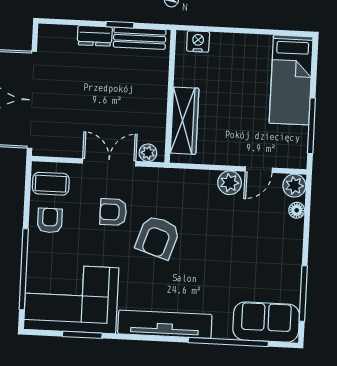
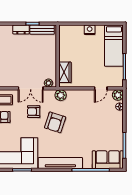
nightstand: (198, 41) -> (90, 30), moved
wardrobe: (185, 121) -> (65, 72), width x0.67
double door: (109, 162) -> (31, 88), swing flipped
plant: (230, 183) -> (61, 95), moved

